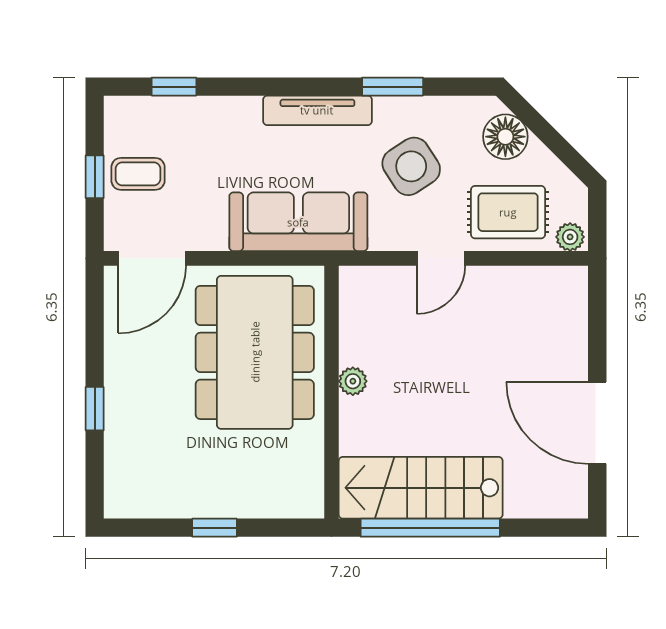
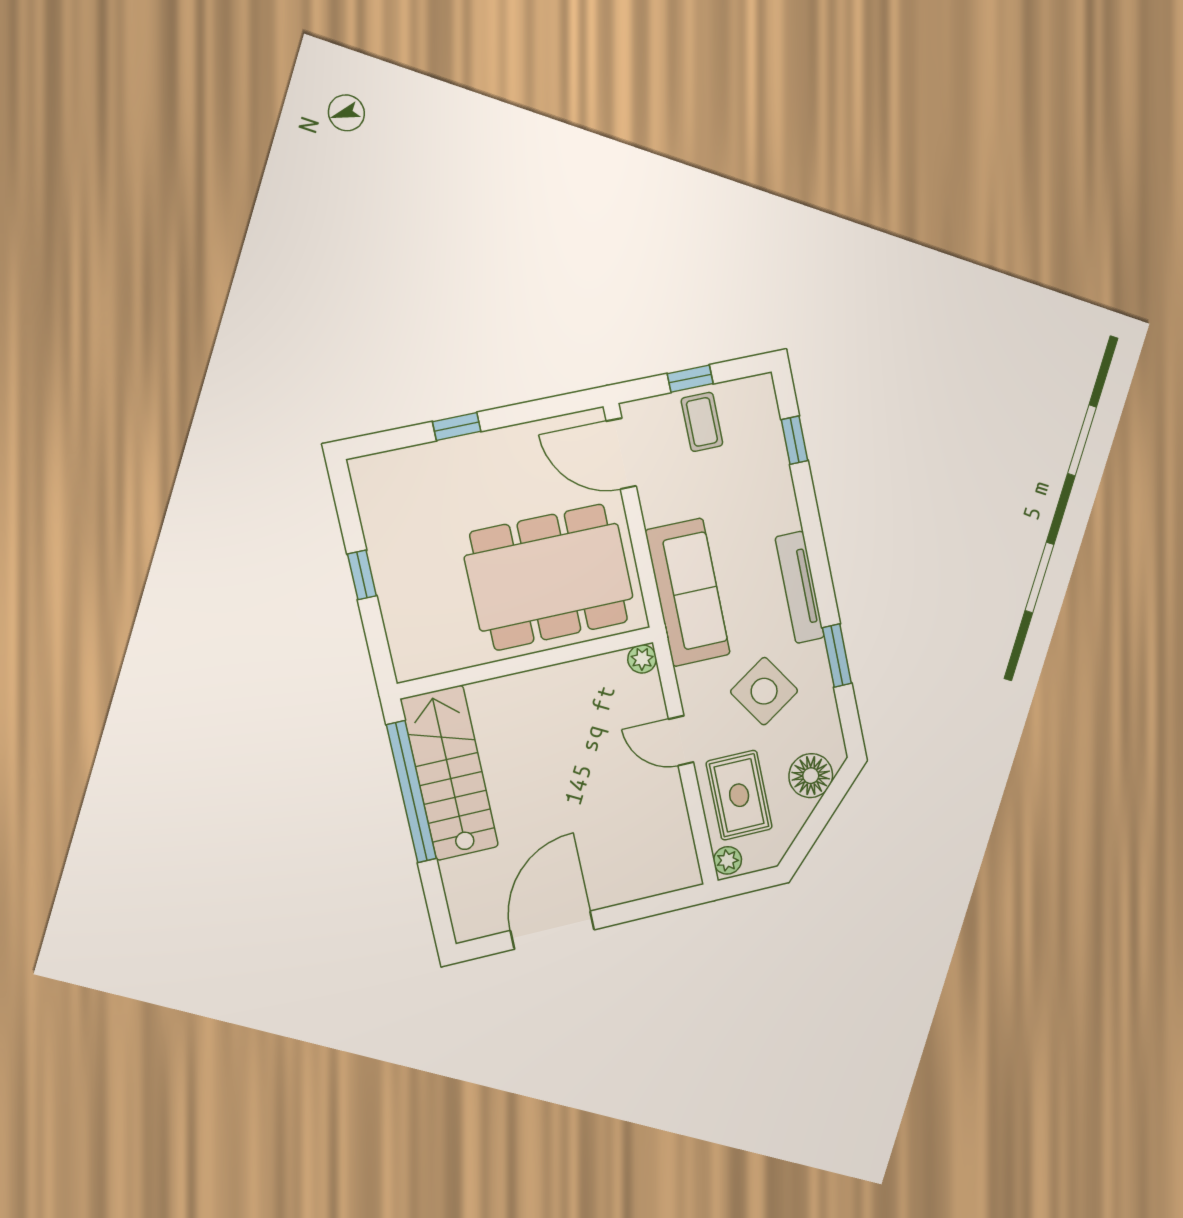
plant: (353, 381) -> (642, 659), moved

